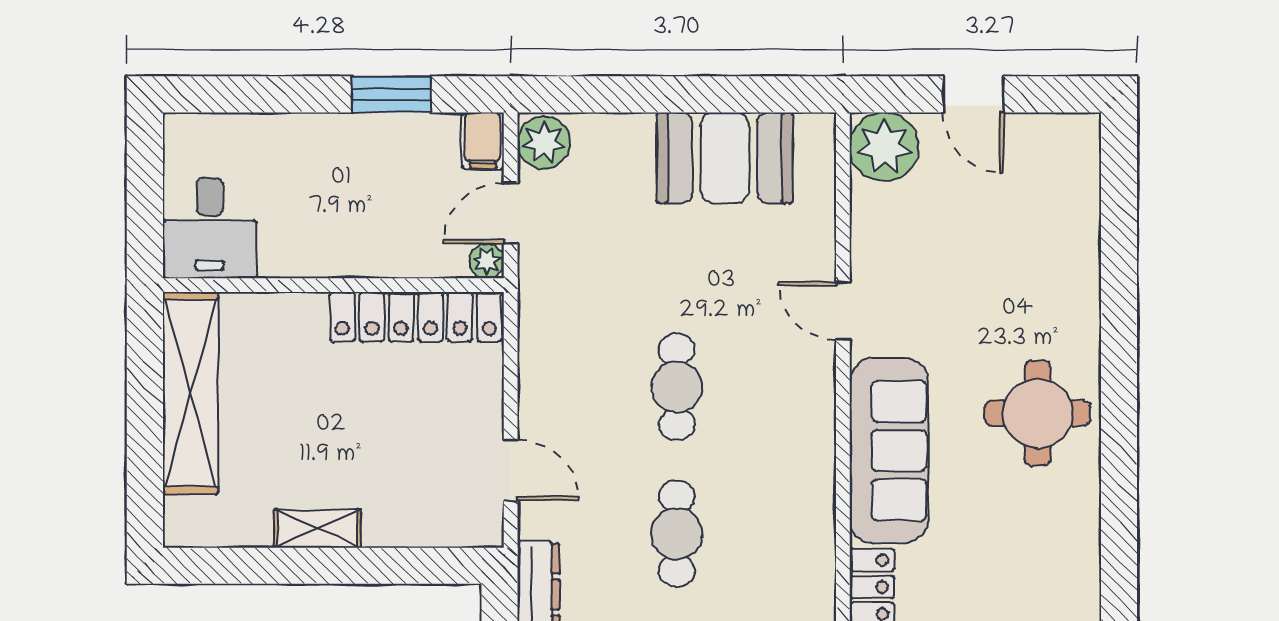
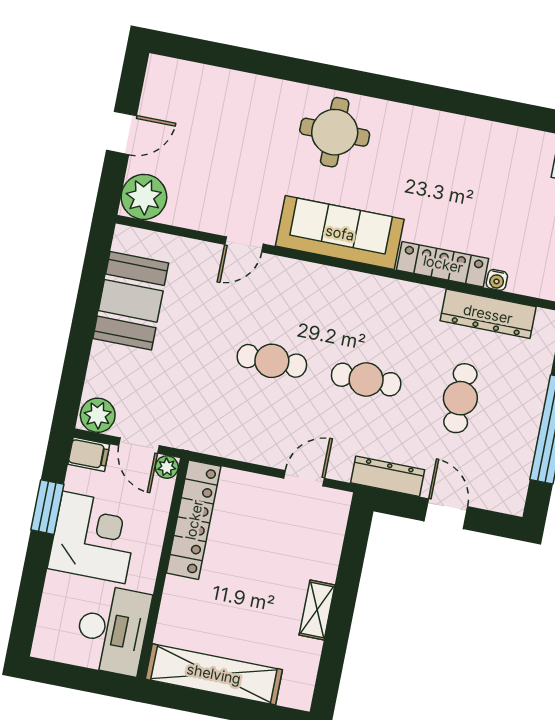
corner desk: (360, 173) -> (94, 537), added
desk: (210, 228) -> (112, 630), width x1.37

